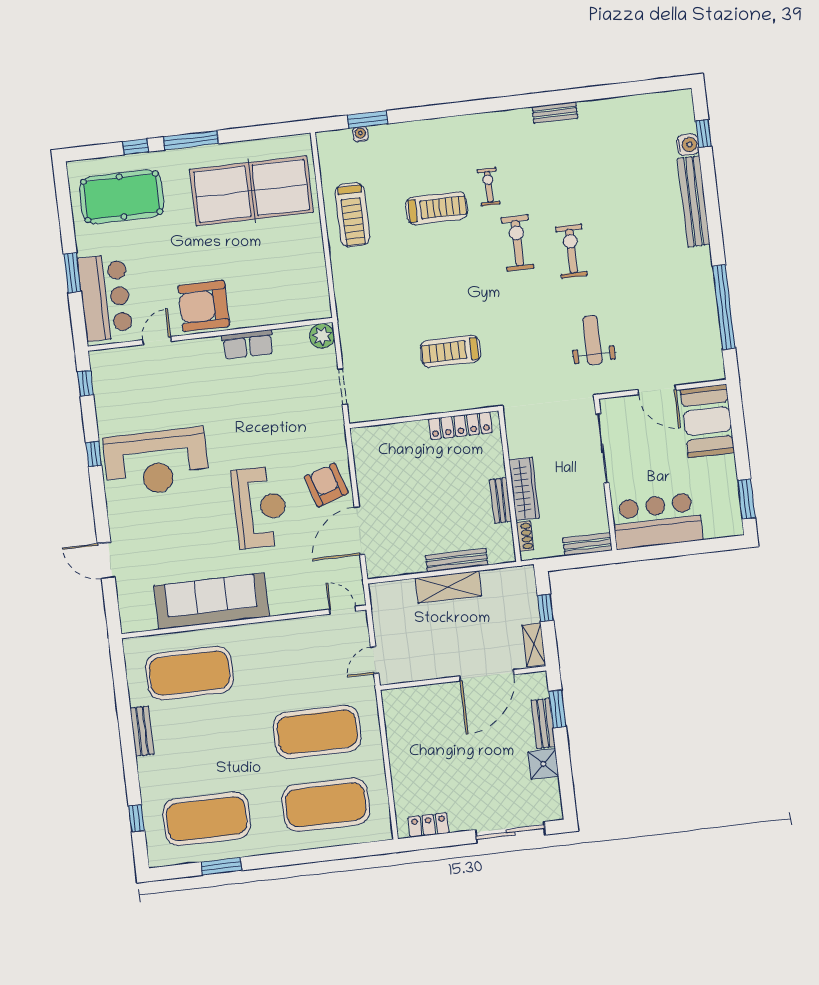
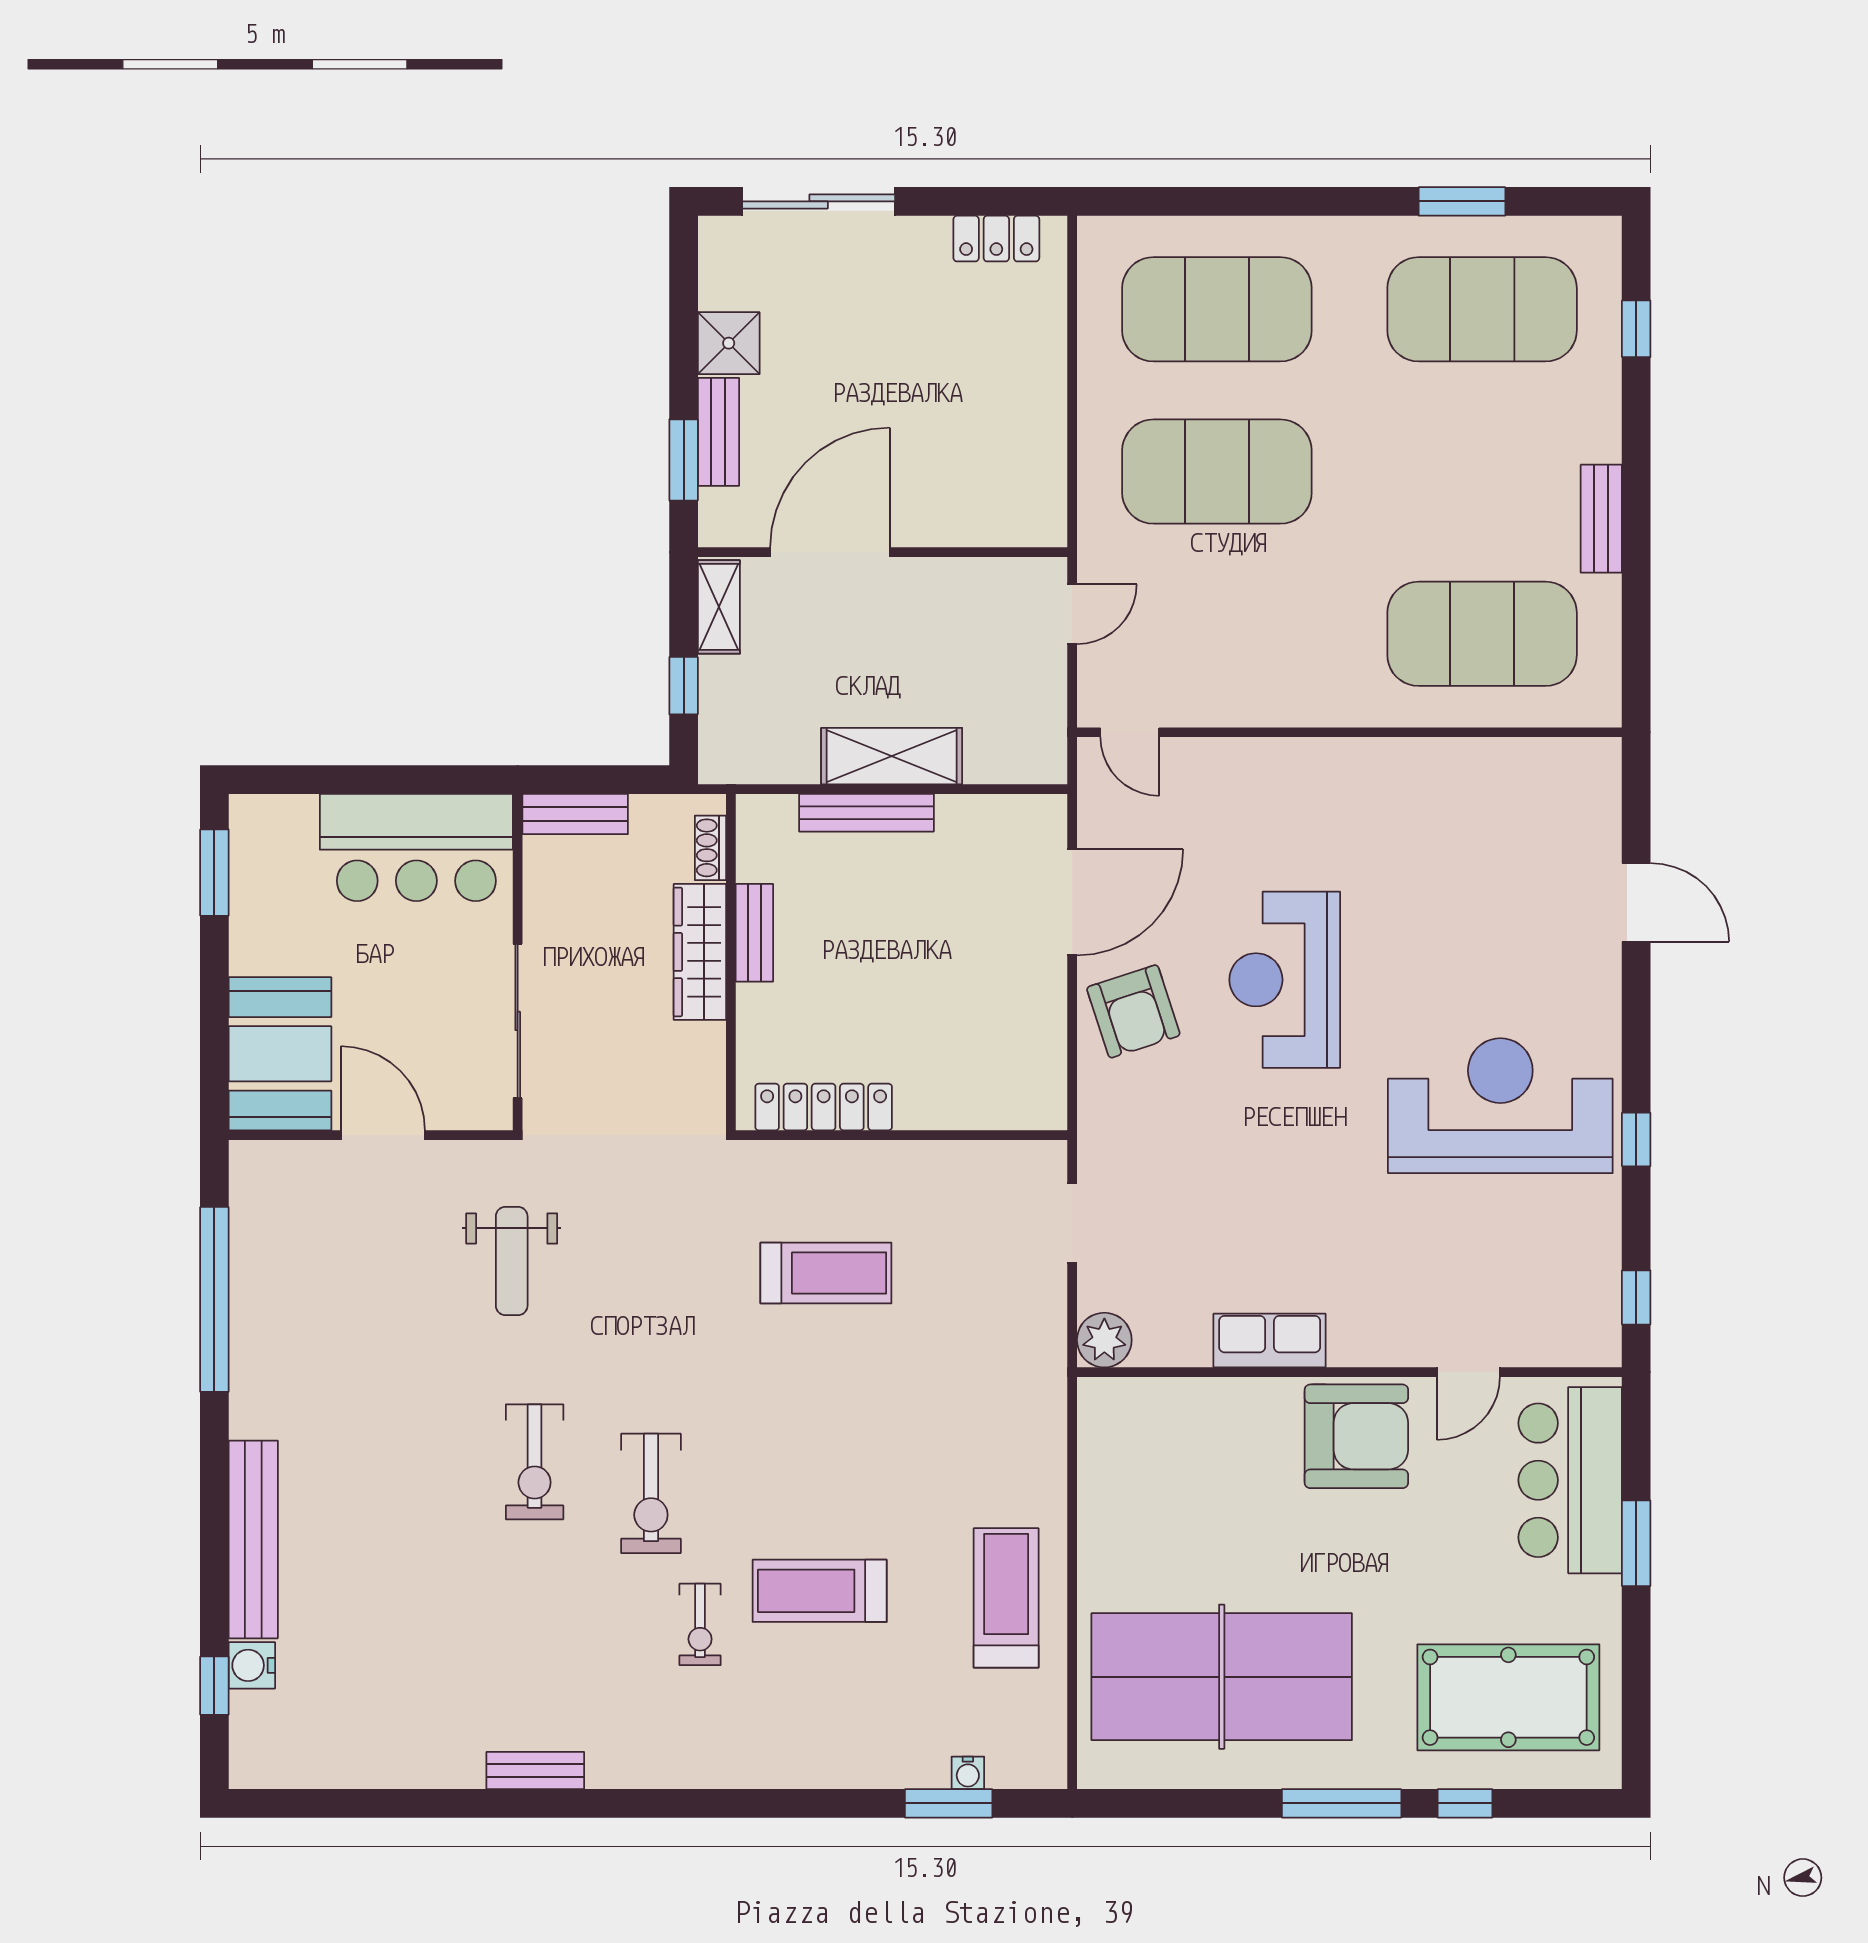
sofa: (211, 601) -> (1415, 786), removed

